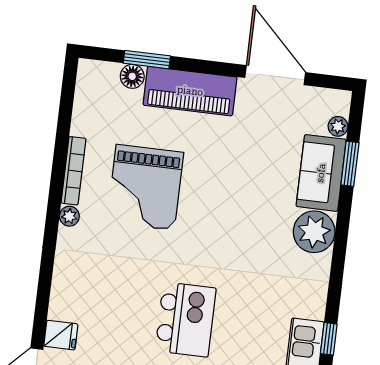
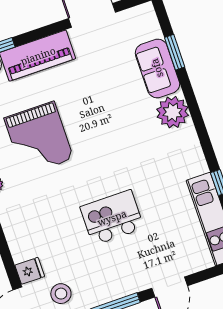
plant: (338, 126) -> (154, 30), removed
kitchen island: (186, 320) -> (112, 218), turned -90

